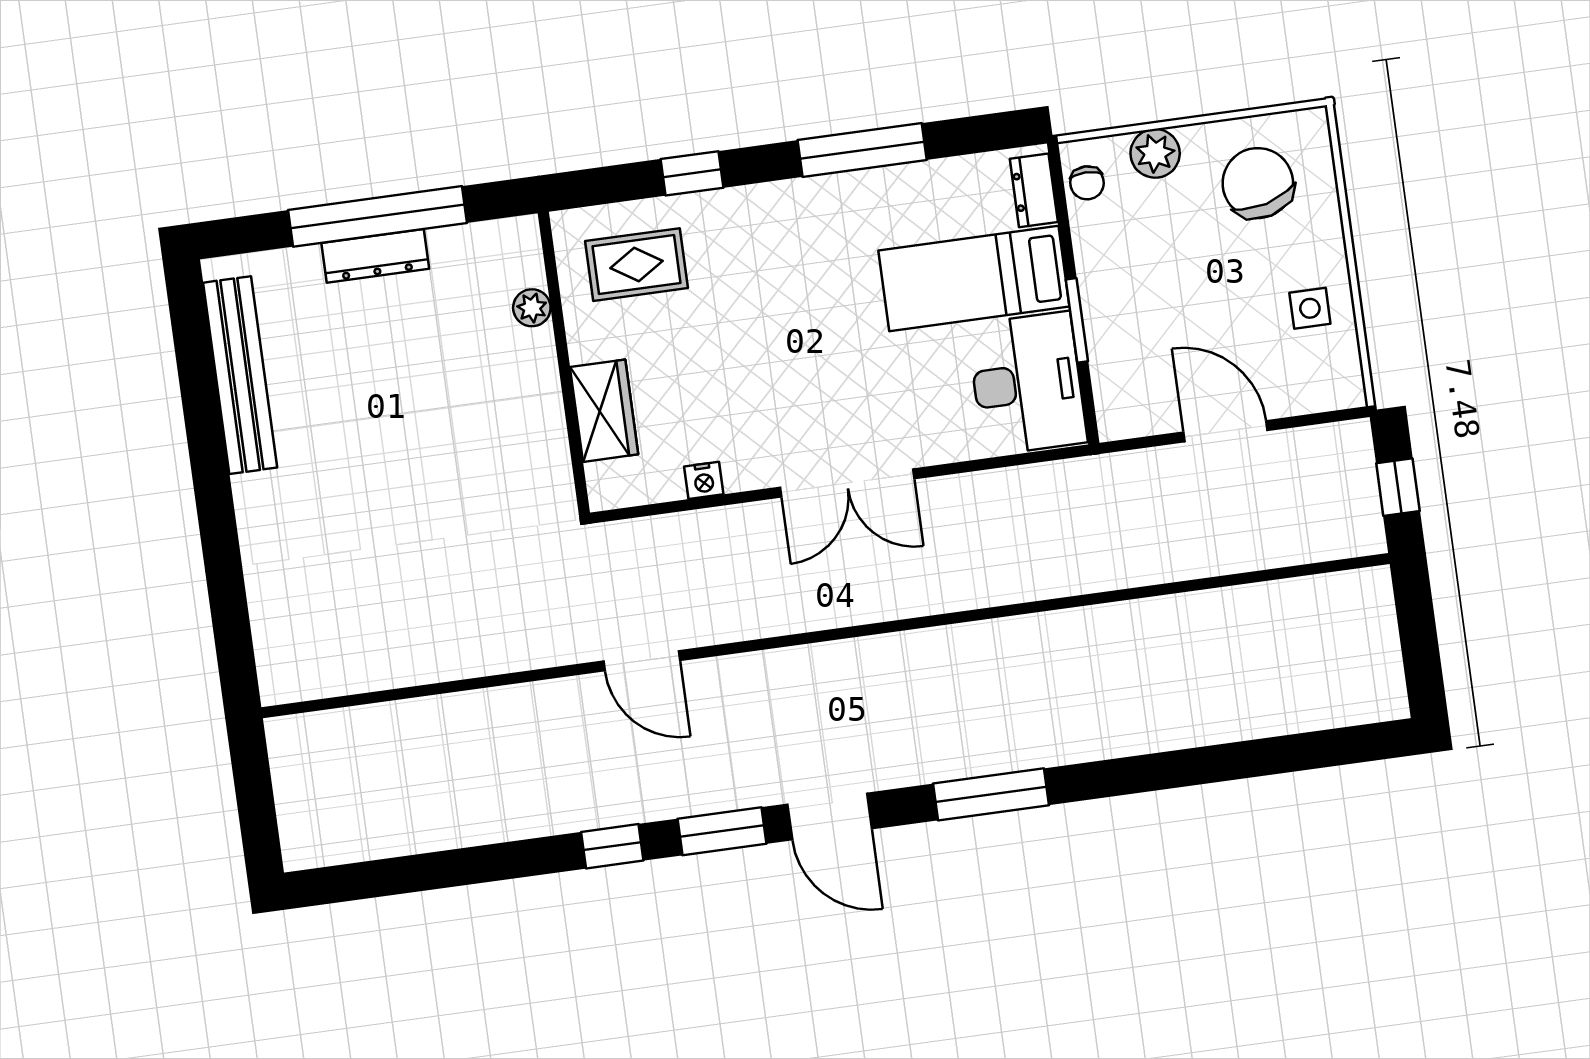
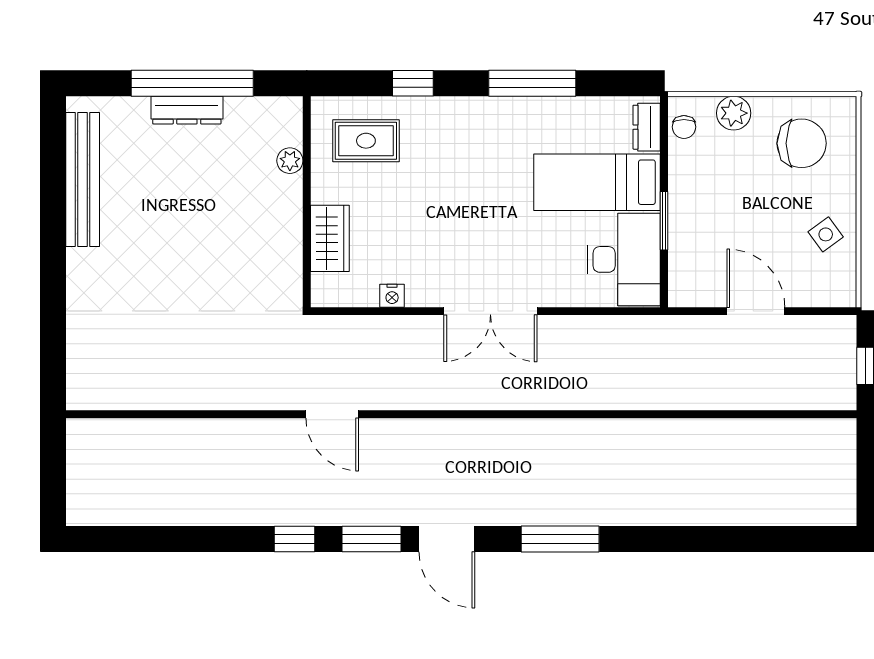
chair: (1258, 183) -> (802, 143), turned 105
side table: (1310, 308) -> (826, 234), turned -36

